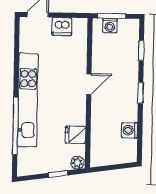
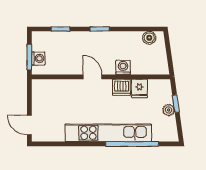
dishwasher: (62, 26) -> (122, 87), moved, turned 90
washing machine: (130, 130) -> (123, 67), moved, turned 180
boiler: (130, 146) -> (149, 38), added
plant: (77, 163) -> (169, 110), moved

